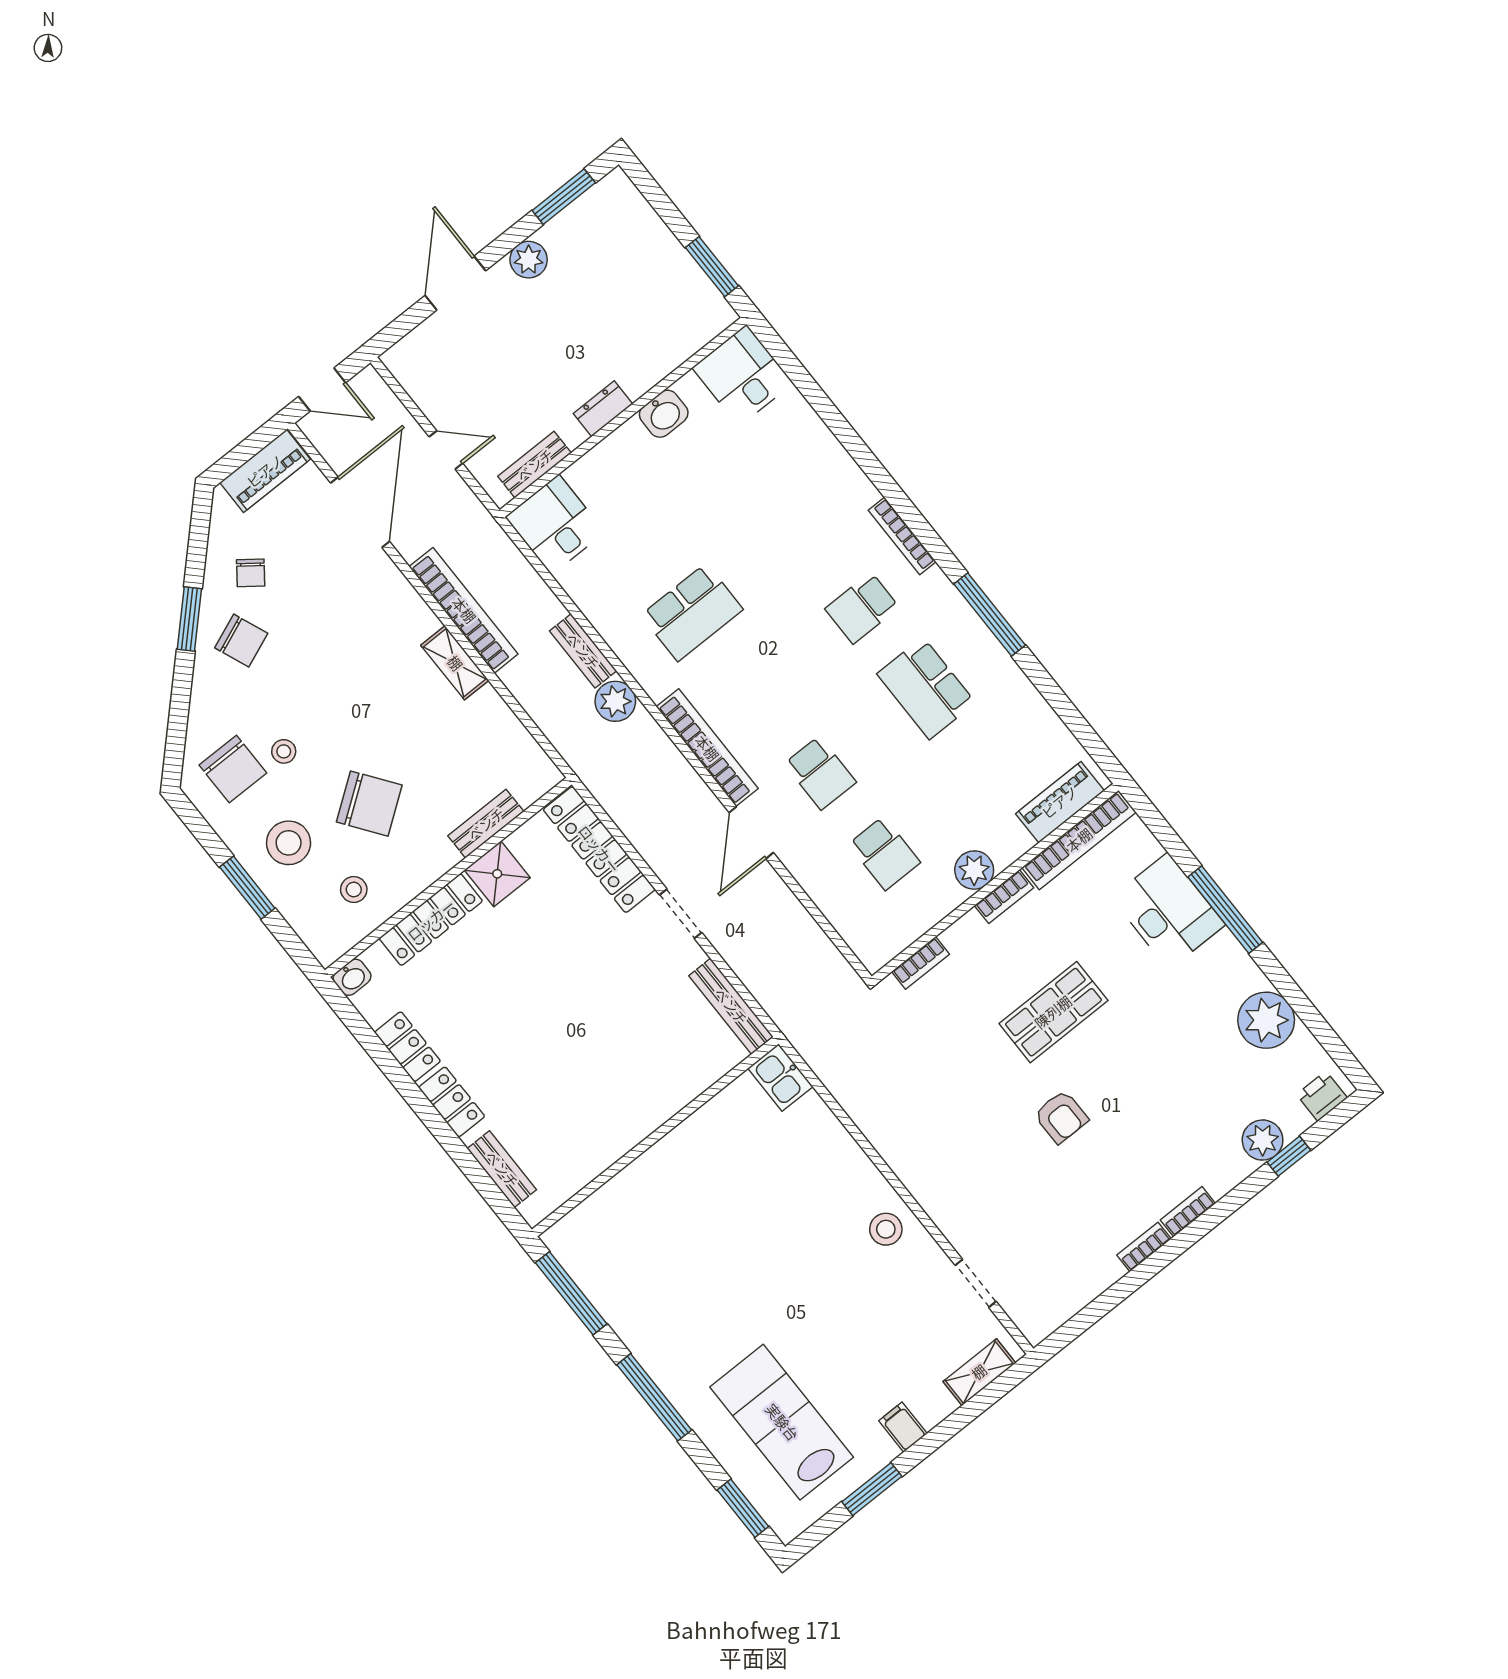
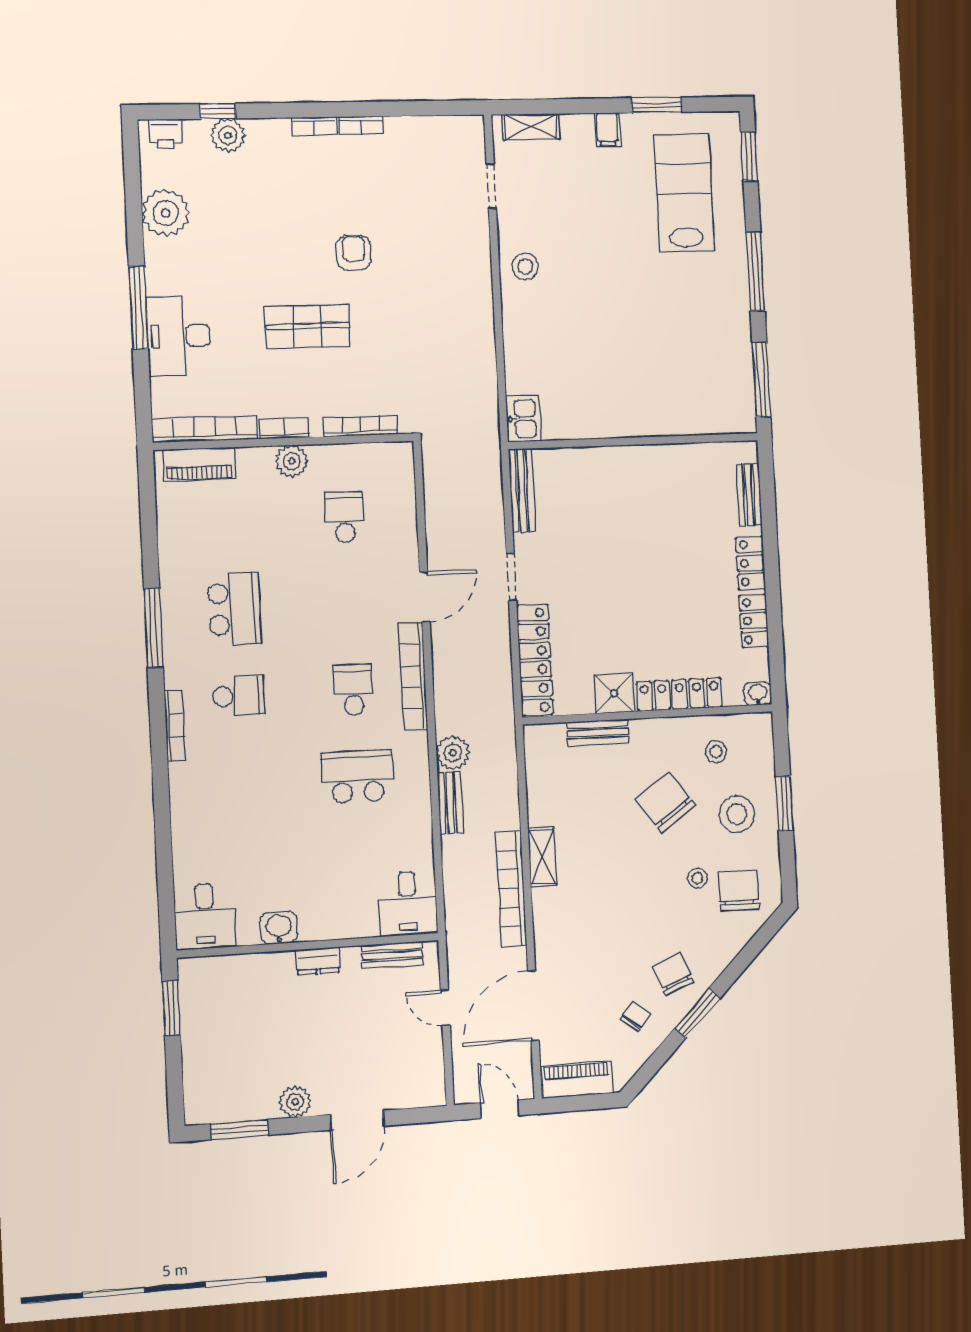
school desk: (820, 773) -> (353, 690), moved
bookcase: (921, 963) -> (360, 426), width x1.56
lab bench: (782, 1422) -> (684, 193), turned 180

